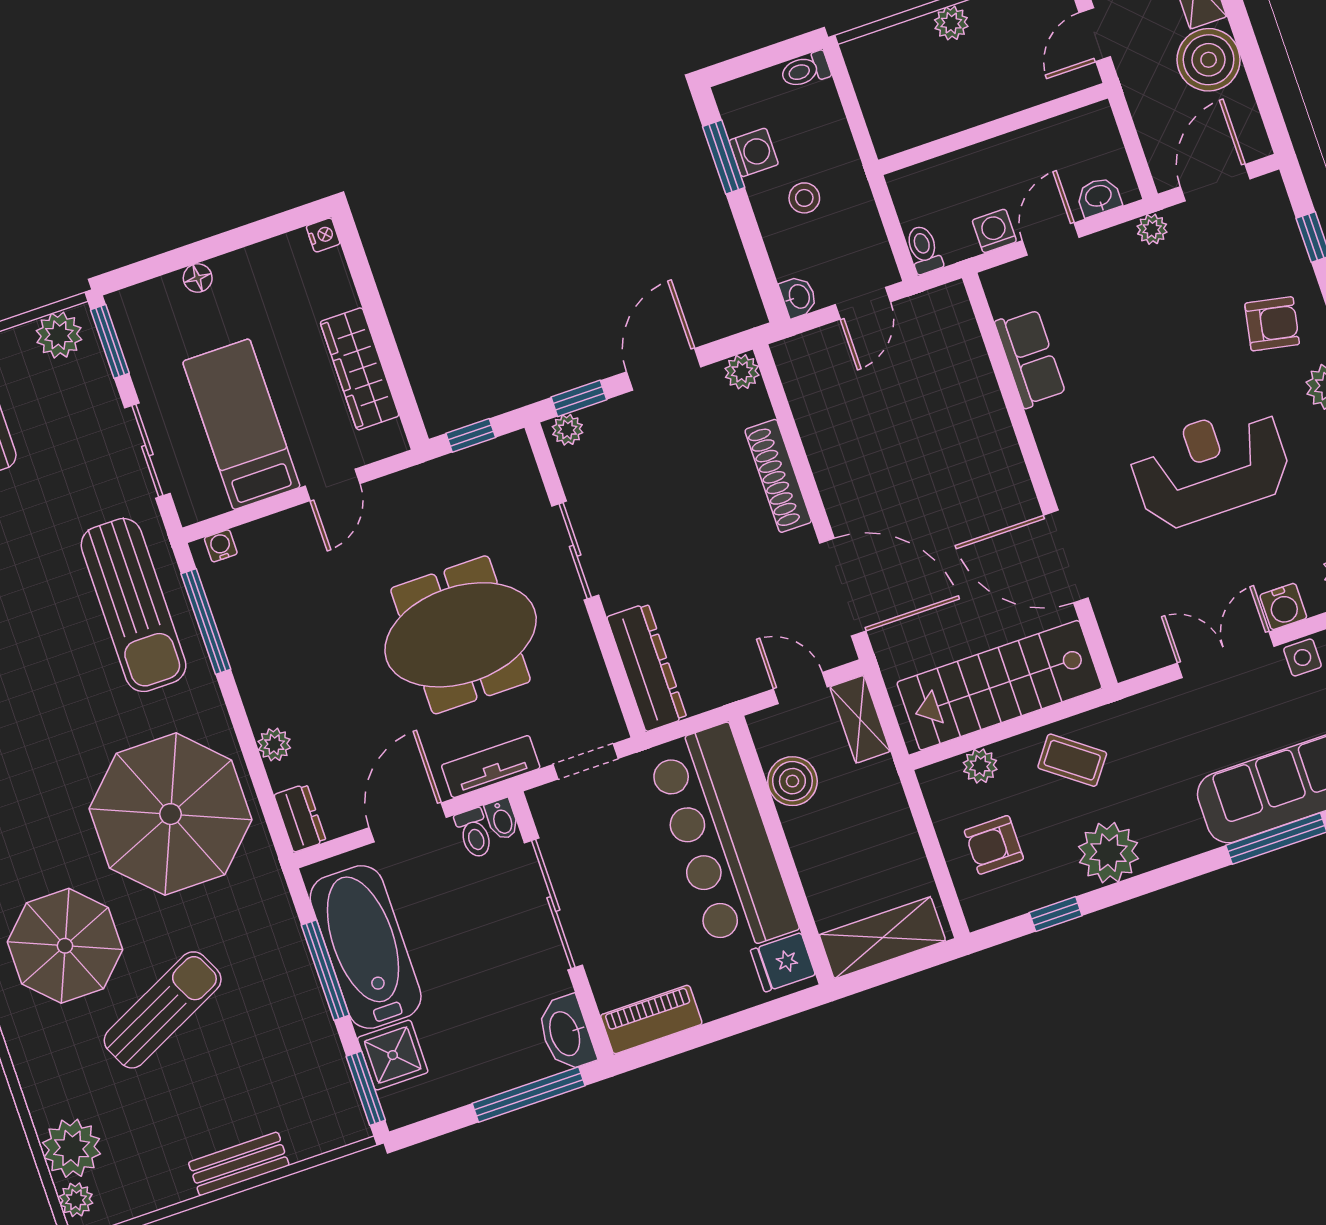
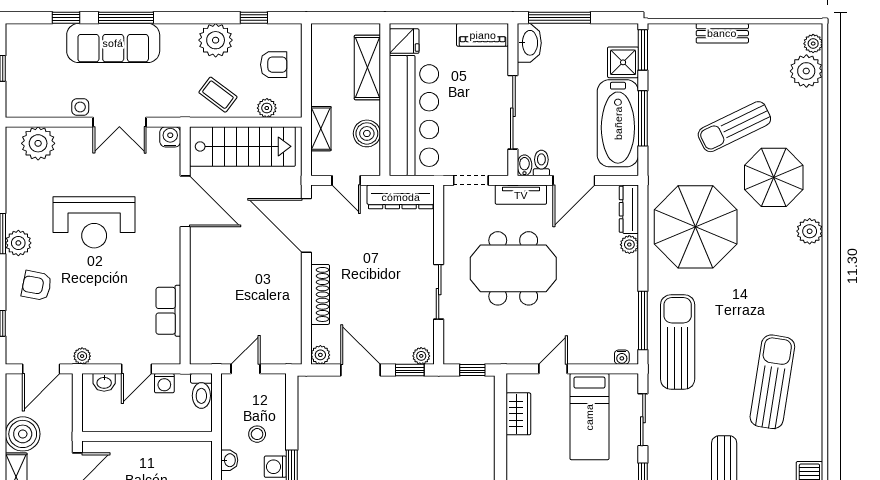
toilet: (924, 249) -> (201, 391), width x1.37, depth x1.39
washbasin: (798, 297) -> (229, 460), moved, turned 180
wardrobe: (360, 369) -> (518, 414), width x0.67
door: (664, 369) -> (361, 370), swing flipped
water cooler: (1283, 606) -> (170, 137), moved
dresser: (647, 667) -> (401, 197), moved, turned -90
shelving: (860, 719) -> (321, 129), moved
dresser: (300, 818) -> (629, 209), width x1.44
shelving: (882, 938) -> (367, 67), moved, turned 90

